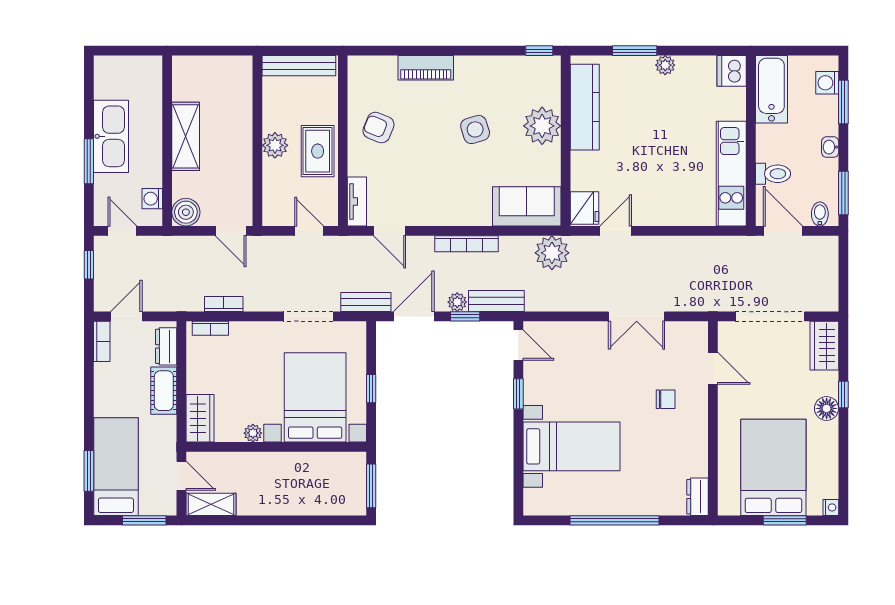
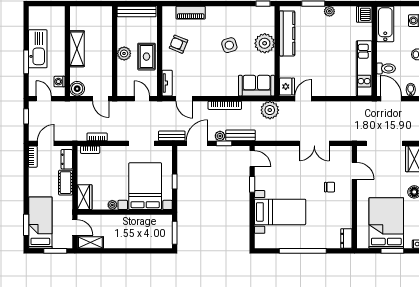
piano: (426, 68) -> (191, 13), moved

